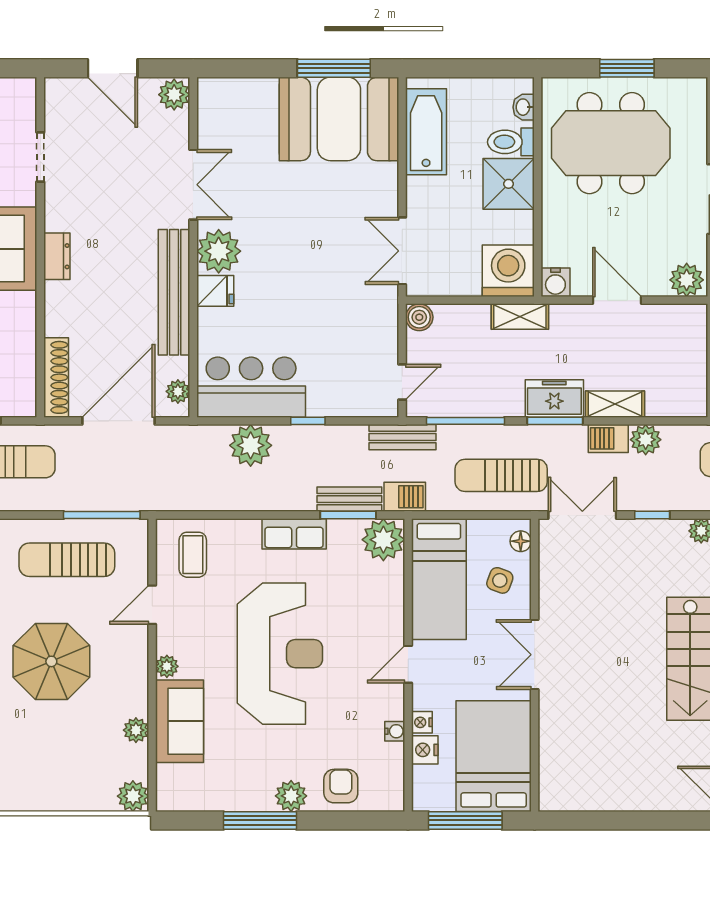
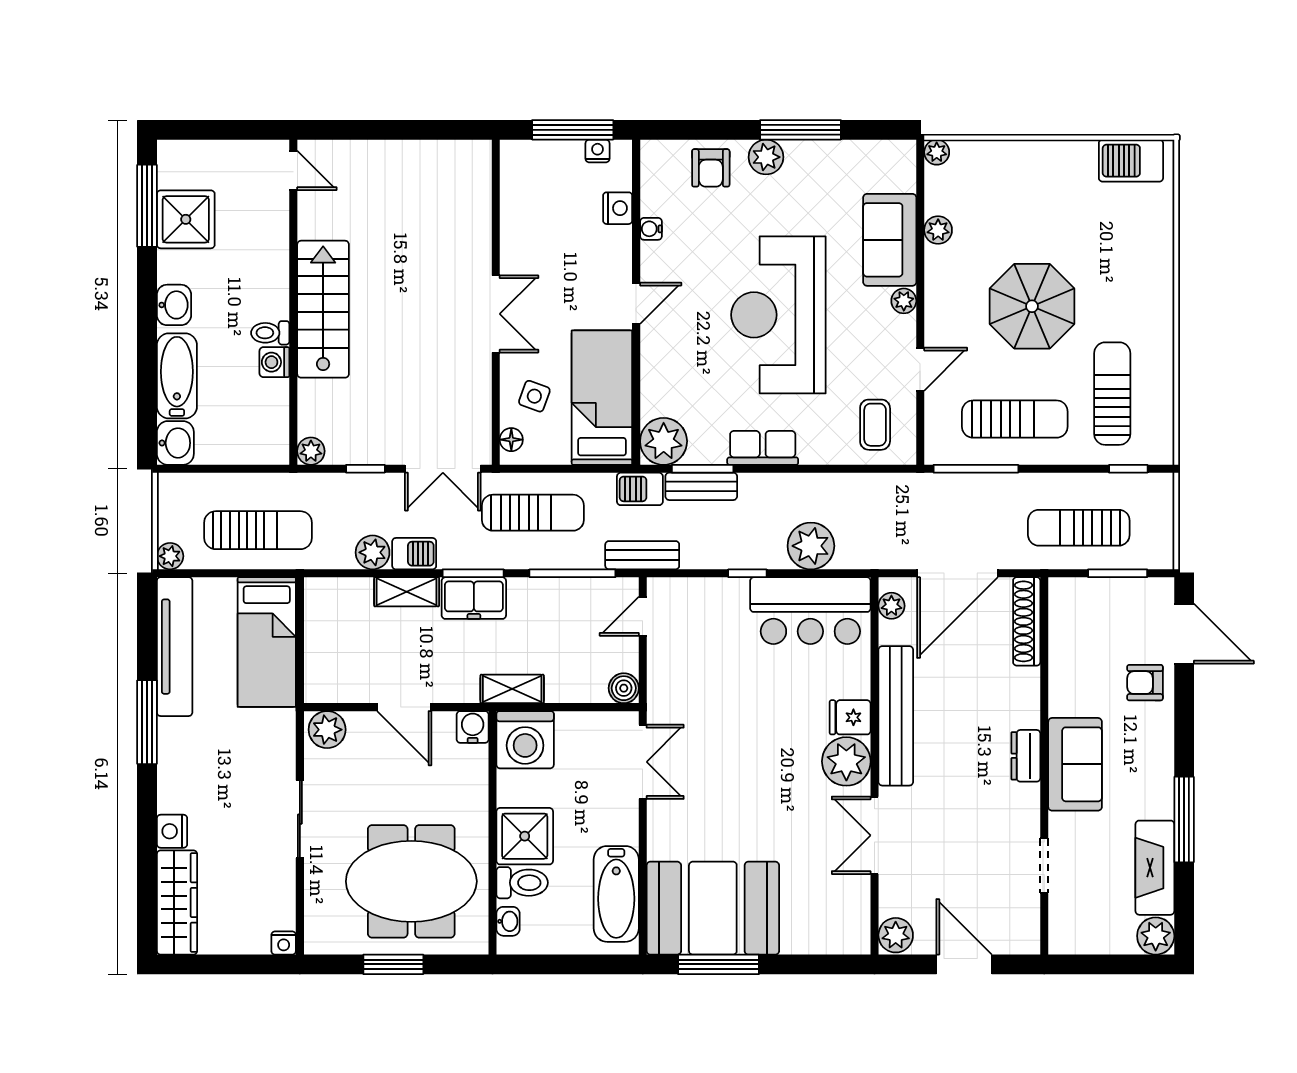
nightstand: (422, 722) -> (598, 151), moved, turned -90
bed: (494, 756) -> (541, 201), removed
plant: (133, 796) -> (937, 152), width x0.73, depth x0.73

